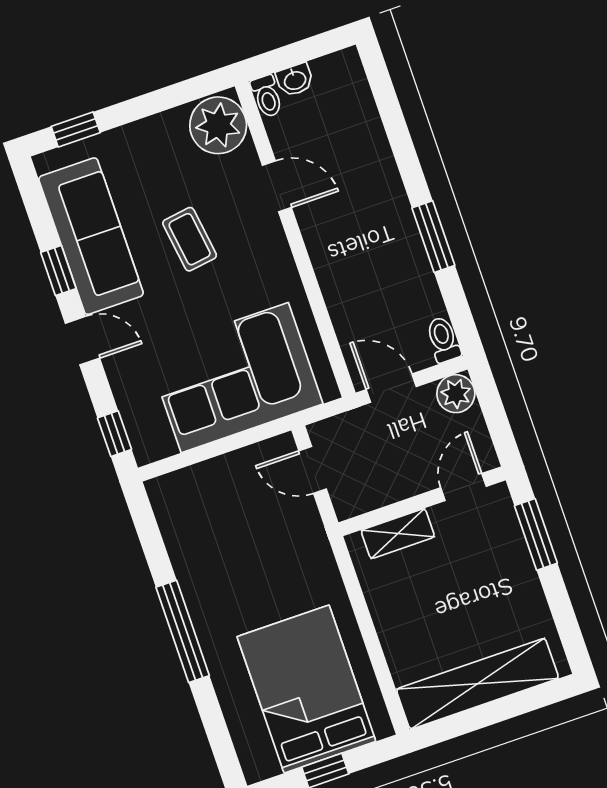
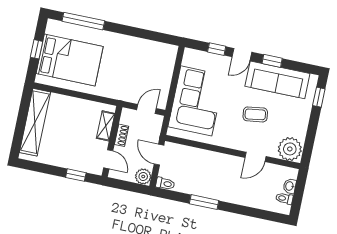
toilet: (267, 96) -> (284, 198), moved
door: (391, 388) -> (159, 155), swing flipped
window: (115, 434) -> (217, 49), moved
shoe rack: (398, 489) -> (122, 135), added
window: (536, 534) -> (76, 175), width x0.67
window: (183, 631) -> (83, 21), moved

